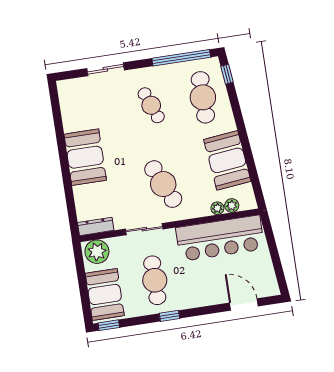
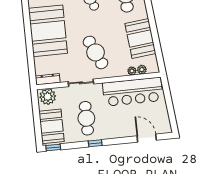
booth: (85, 157) -> (48, 31), width x1.36, depth x1.42

